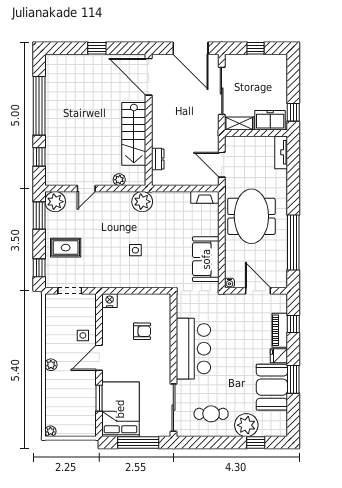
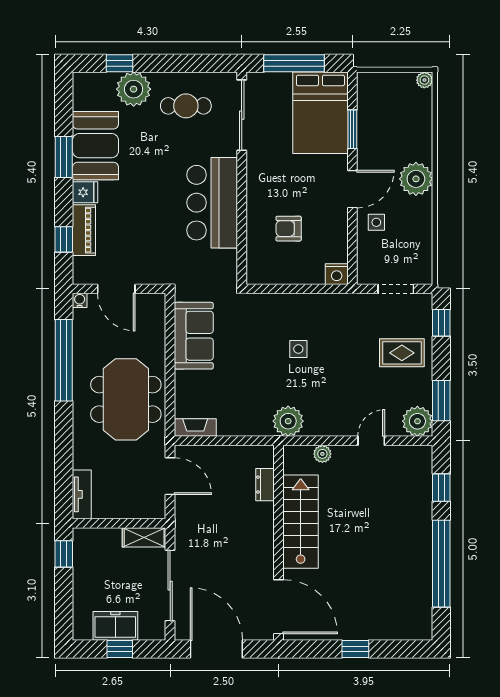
freezer: (270, 120) -> (115, 626), moved, turned 180
water cooler: (229, 283) -> (80, 300), moved
plant: (51, 365) -> (416, 179), width x1.88, depth x1.88

